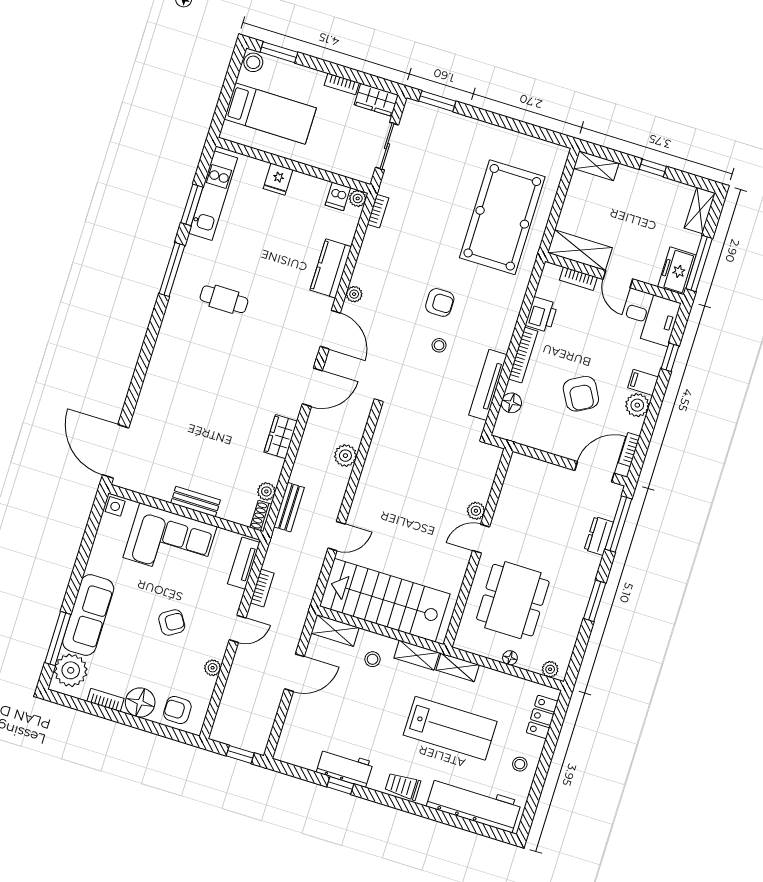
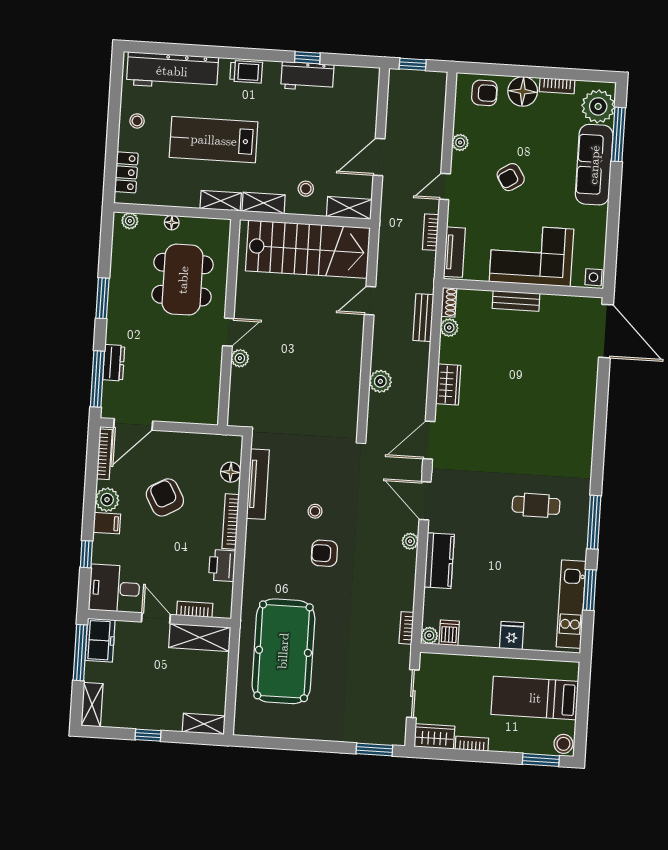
bookcase: (629, 450) -> (104, 454), width x1.56

